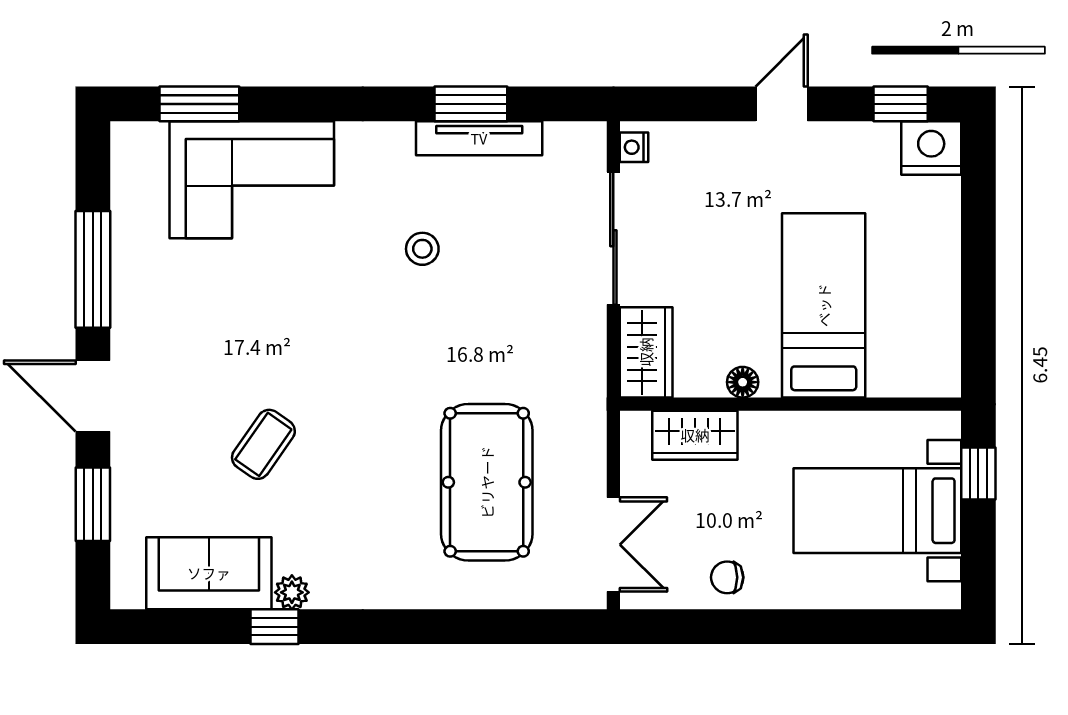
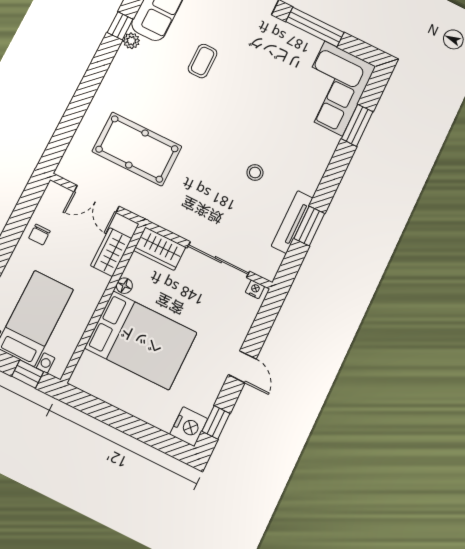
window: (199, 104) -> (357, 125), moved
corner sofa: (252, 180) -> (334, 88), moved
bed: (824, 305) -> (141, 340), width x1.50
coffee table: (263, 444) -> (203, 61), turned 55
double door: (613, 545) -> (97, 199), moved
chair: (727, 577) -> (39, 235), turned 180

